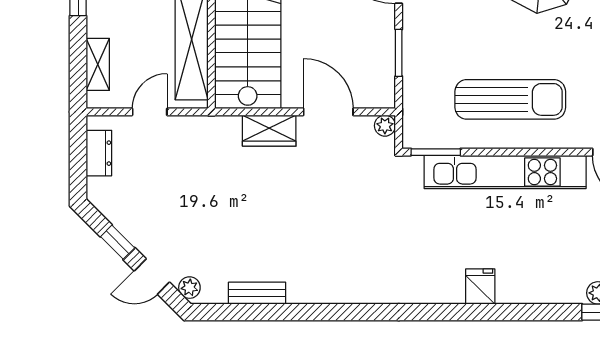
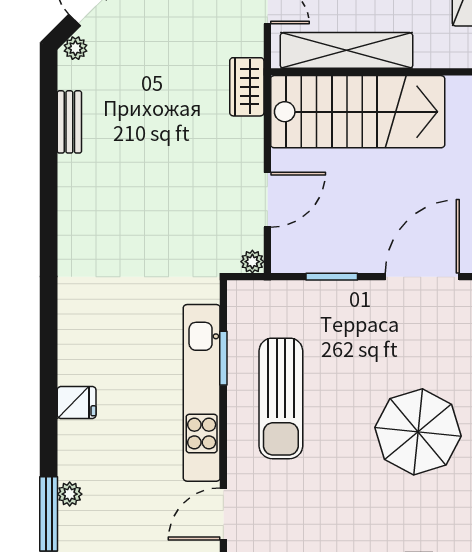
wardrobe: (269, 131) -> (247, 87), moved
window: (436, 152) -> (223, 358), moved
fridge: (480, 287) -> (77, 402), moved

